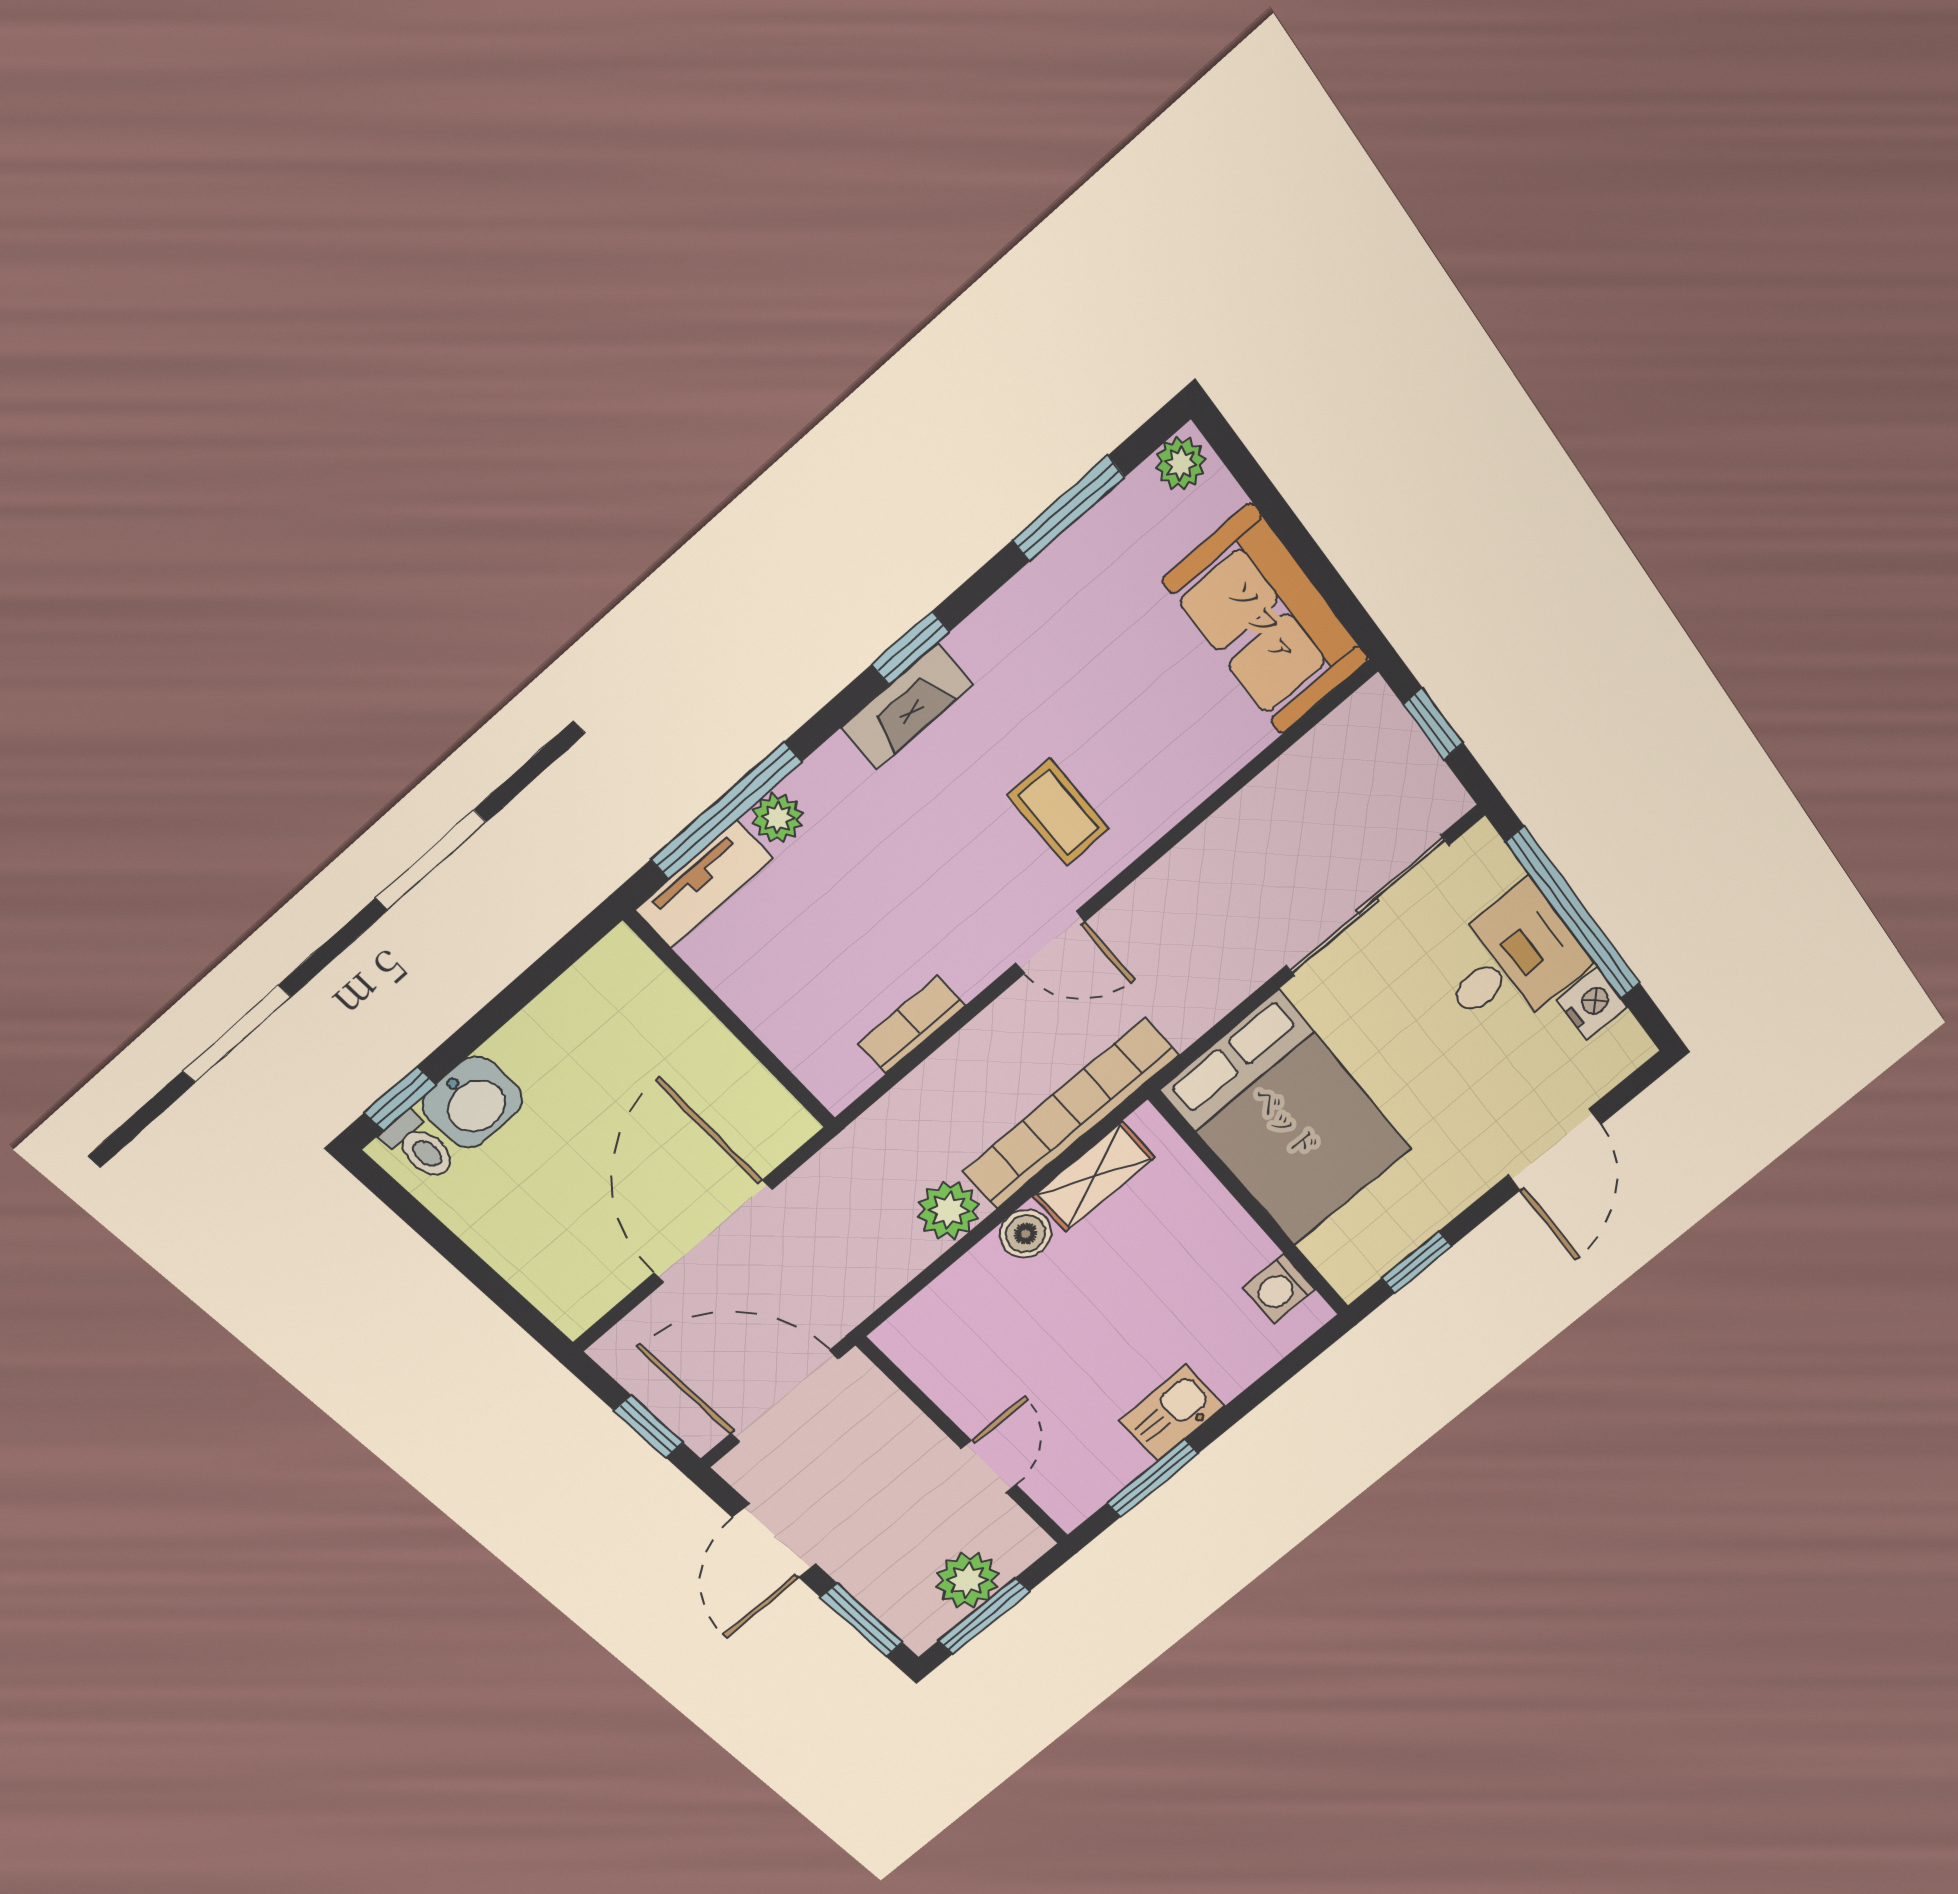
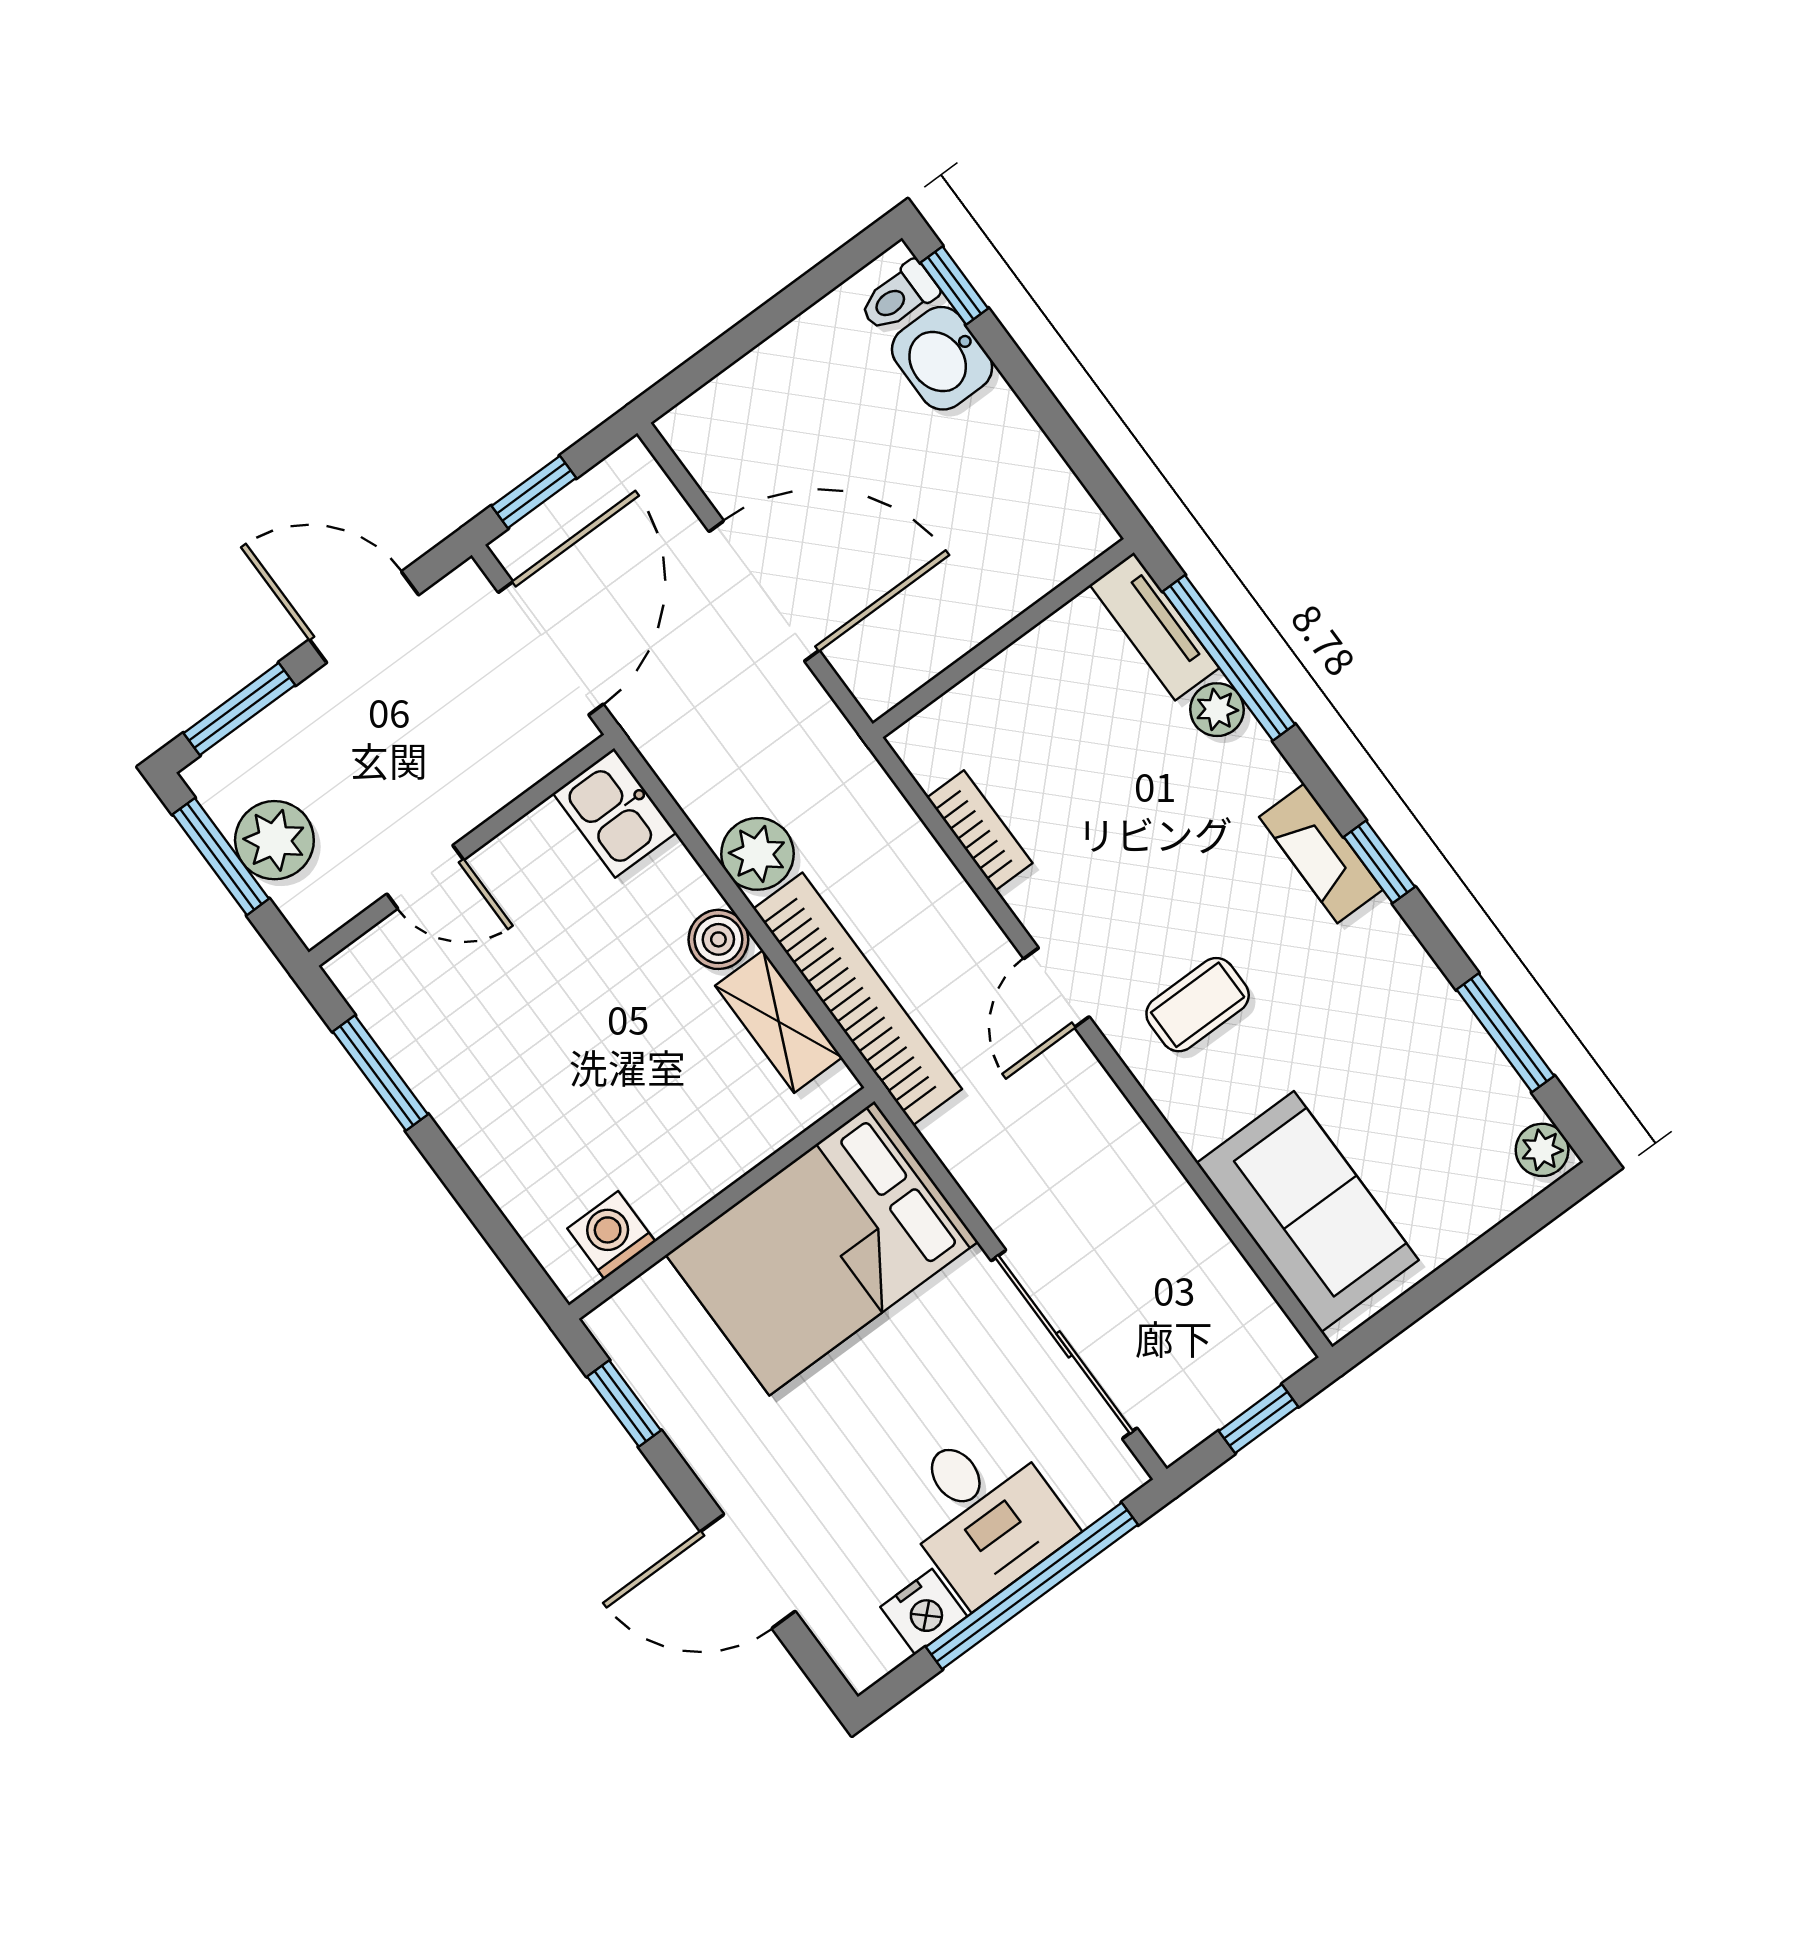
sofa: (1266, 620) -> (1307, 1212), moved, turned 90
kitchen sink: (1172, 1413) -> (615, 813), moved, turned 180

